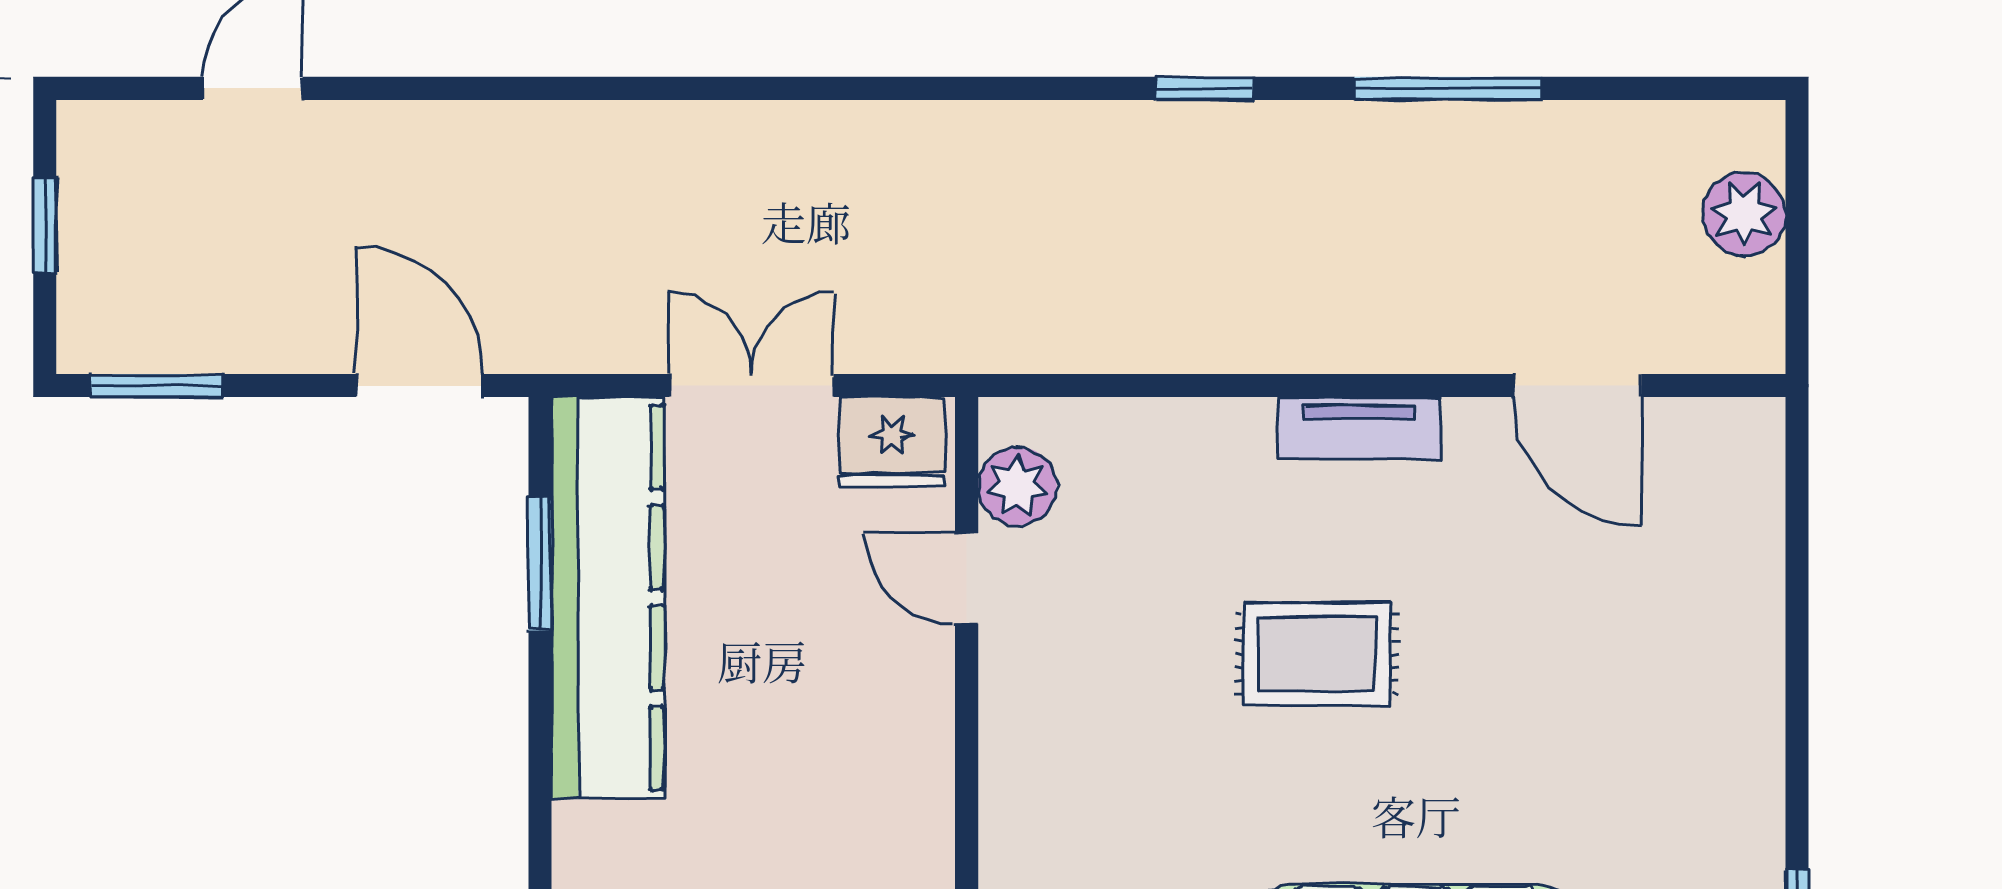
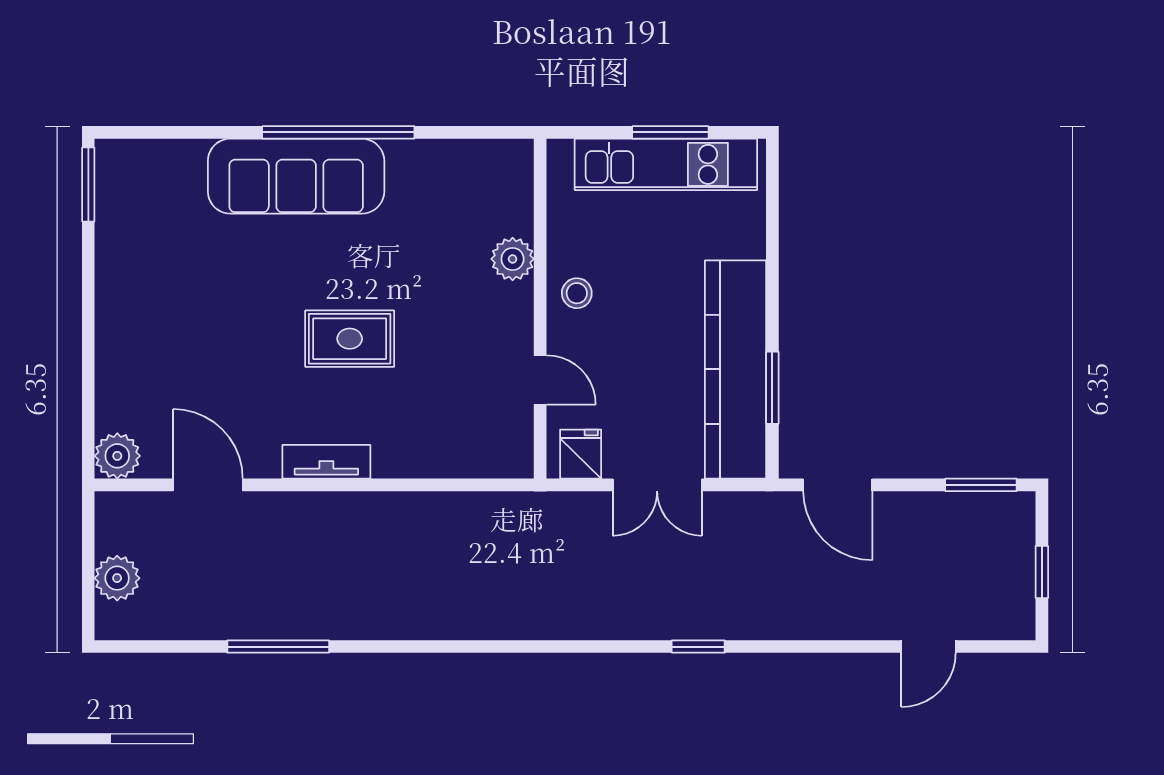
window: (1204, 88) -> (698, 647), moved
plant: (1744, 439) -> (117, 456), added
fridge: (892, 442) -> (581, 454), width x0.72
plant: (1017, 486) -> (513, 259), moved
stool: (899, 738) -> (577, 293), added

